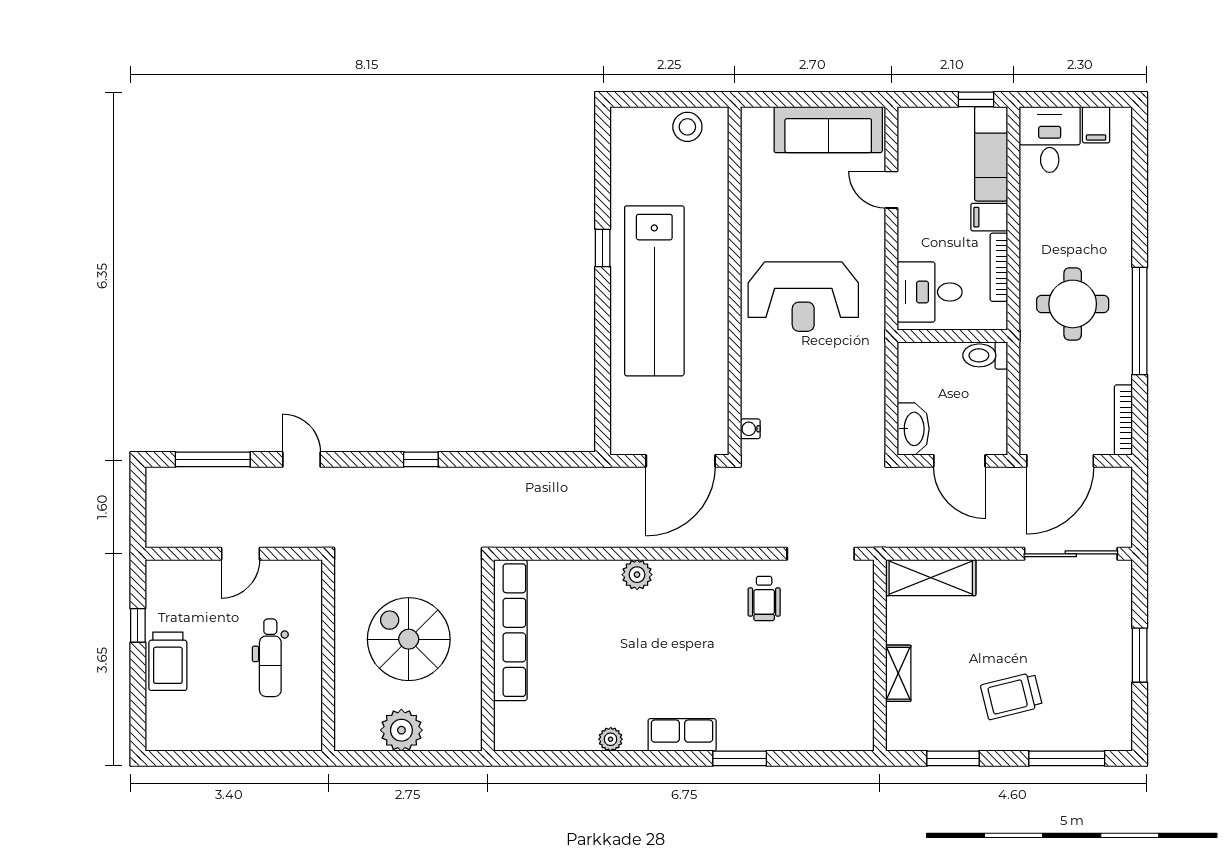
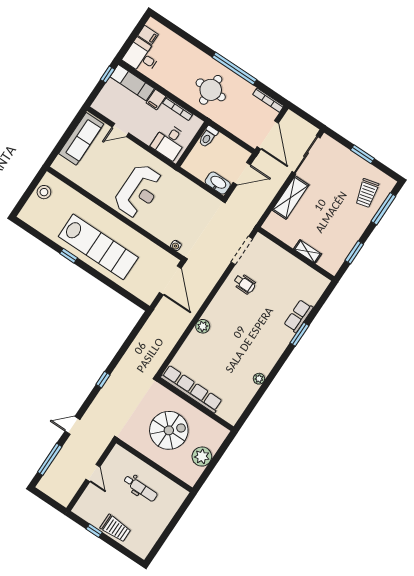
shelving: (931, 578) -> (291, 198), moved
spiral stairs: (409, 639) -> (169, 430), turned 180
trolley: (1011, 696) -> (367, 193), moved
row of seats: (682, 735) -> (299, 316), moved

